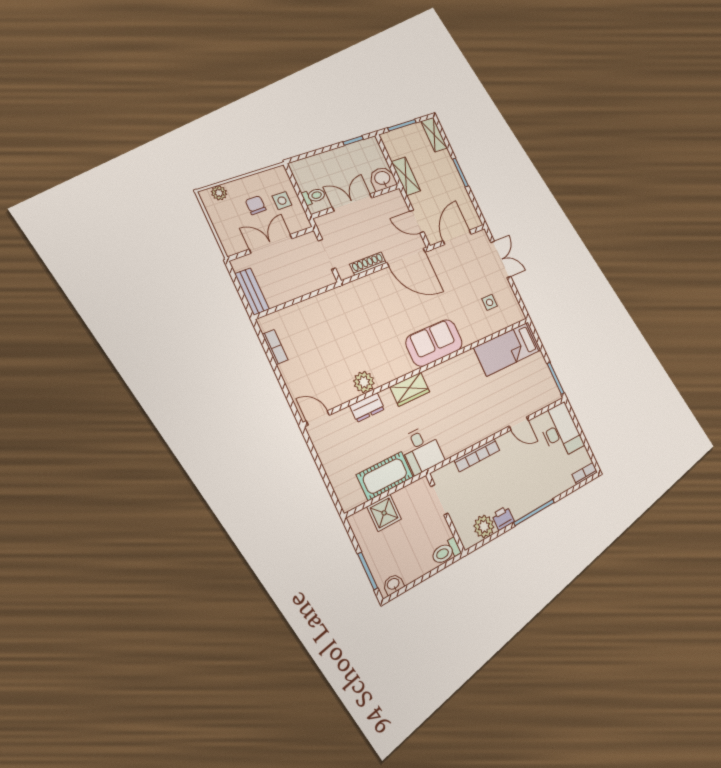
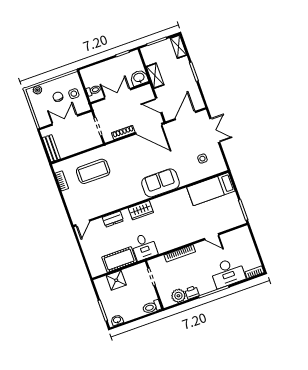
coffee table: (326, 329) -> (93, 171), added
plant: (364, 382) -> (113, 204), removed
door: (318, 418) -> (83, 223), swing flipped
desk: (560, 431) -> (228, 273), moved, turned 90

